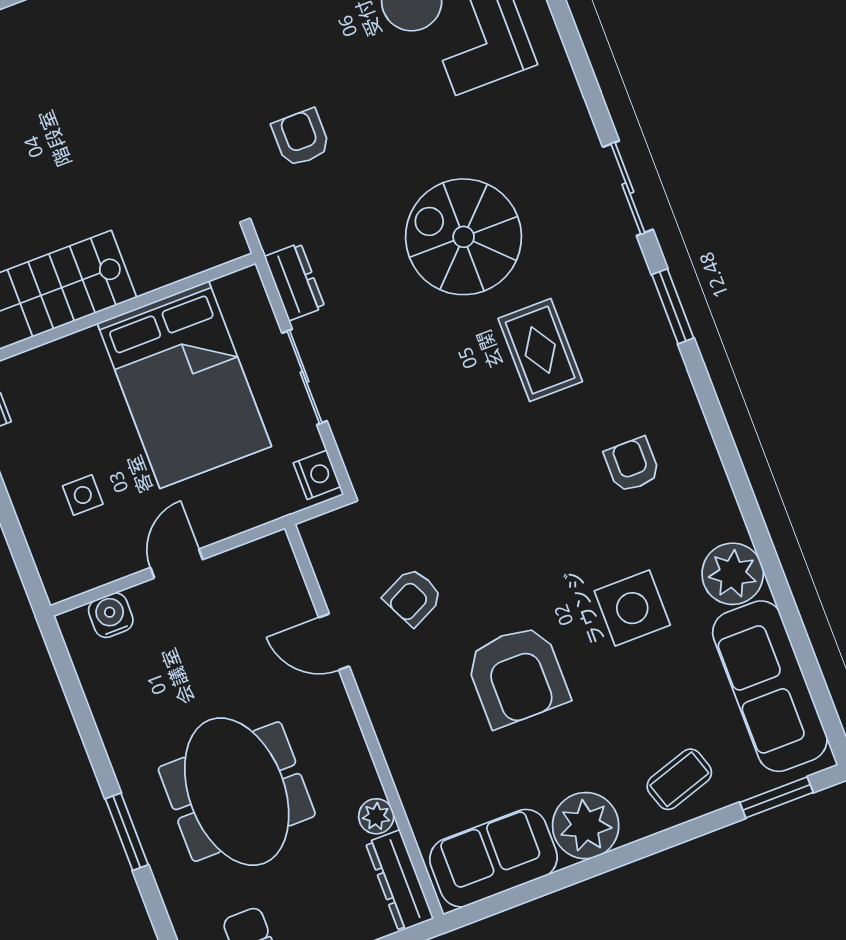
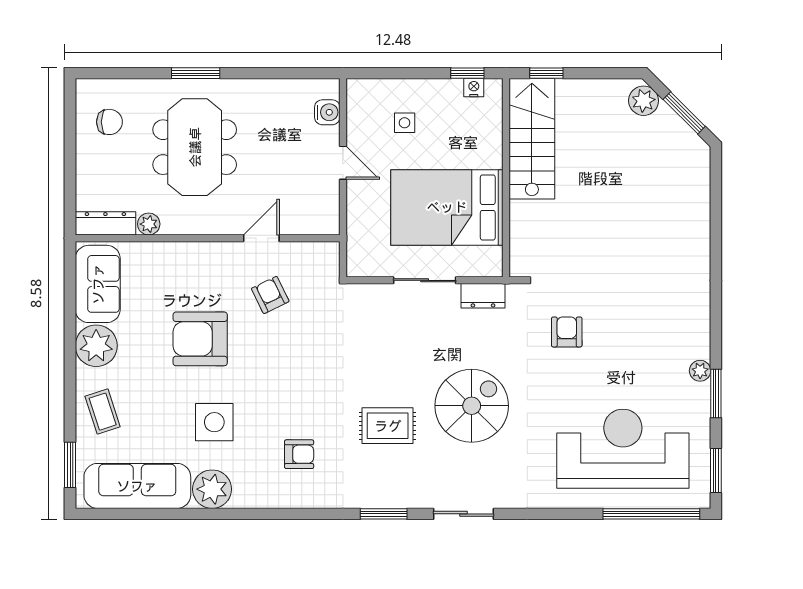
armchair: (301, 138) -> (567, 332), turned -90
nightstand: (317, 475) -> (364, 266), removed
meeting table: (237, 792) -> (195, 147), turned 90

